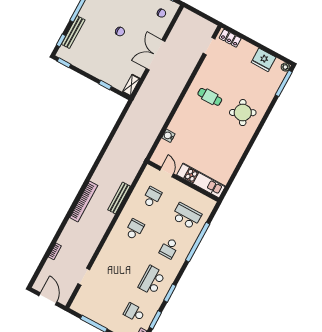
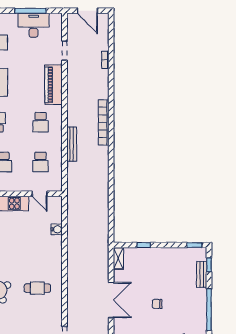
bench: (73, 32) -> (202, 274), width x0.73
piano: (108, 254) -> (53, 85), added
desk: (98, 311) -> (34, 25), added

